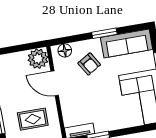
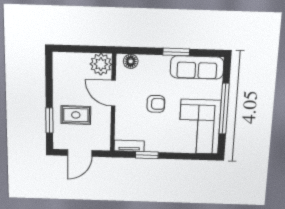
armchair: (89, 64) -> (156, 104), moved, turned -59
rug: (33, 119) -> (76, 115), moved

